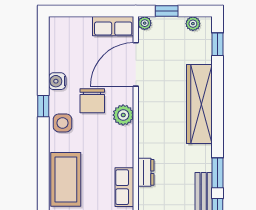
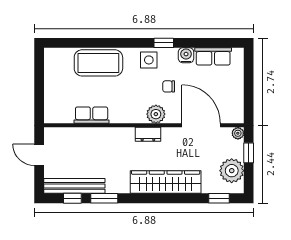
plant: (193, 24) -> (232, 171), width x1.88, depth x1.88
row of seats: (113, 26) -> (213, 56), moved, turned -90
chair: (92, 101) -> (169, 86), width x0.54, depth x0.54
dresser: (146, 172) -> (148, 134), moved

